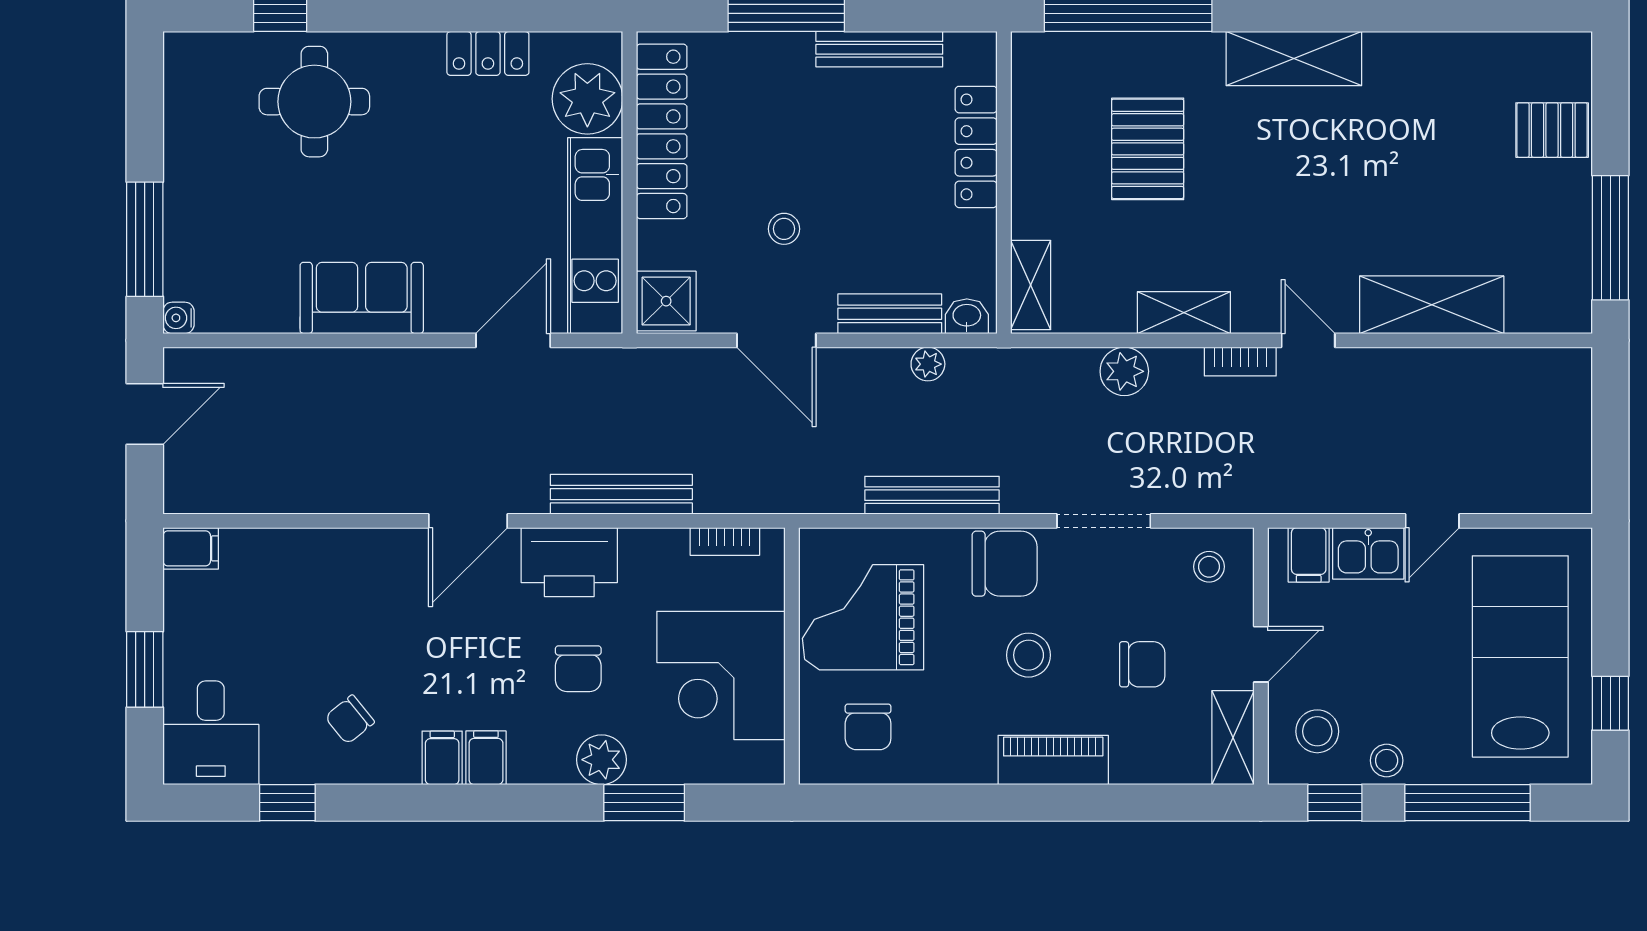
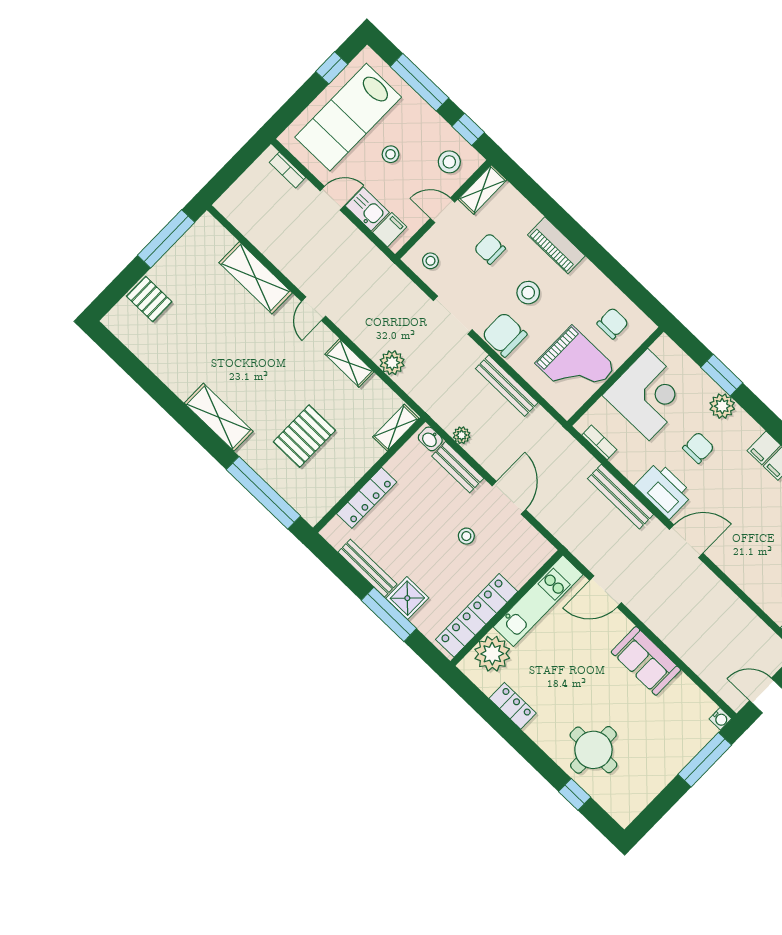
shower: (666, 301) -> (407, 598), moved
bookcase: (1240, 362) -> (287, 170), moved, turned 180
stool: (1387, 760) -> (391, 154), moved

